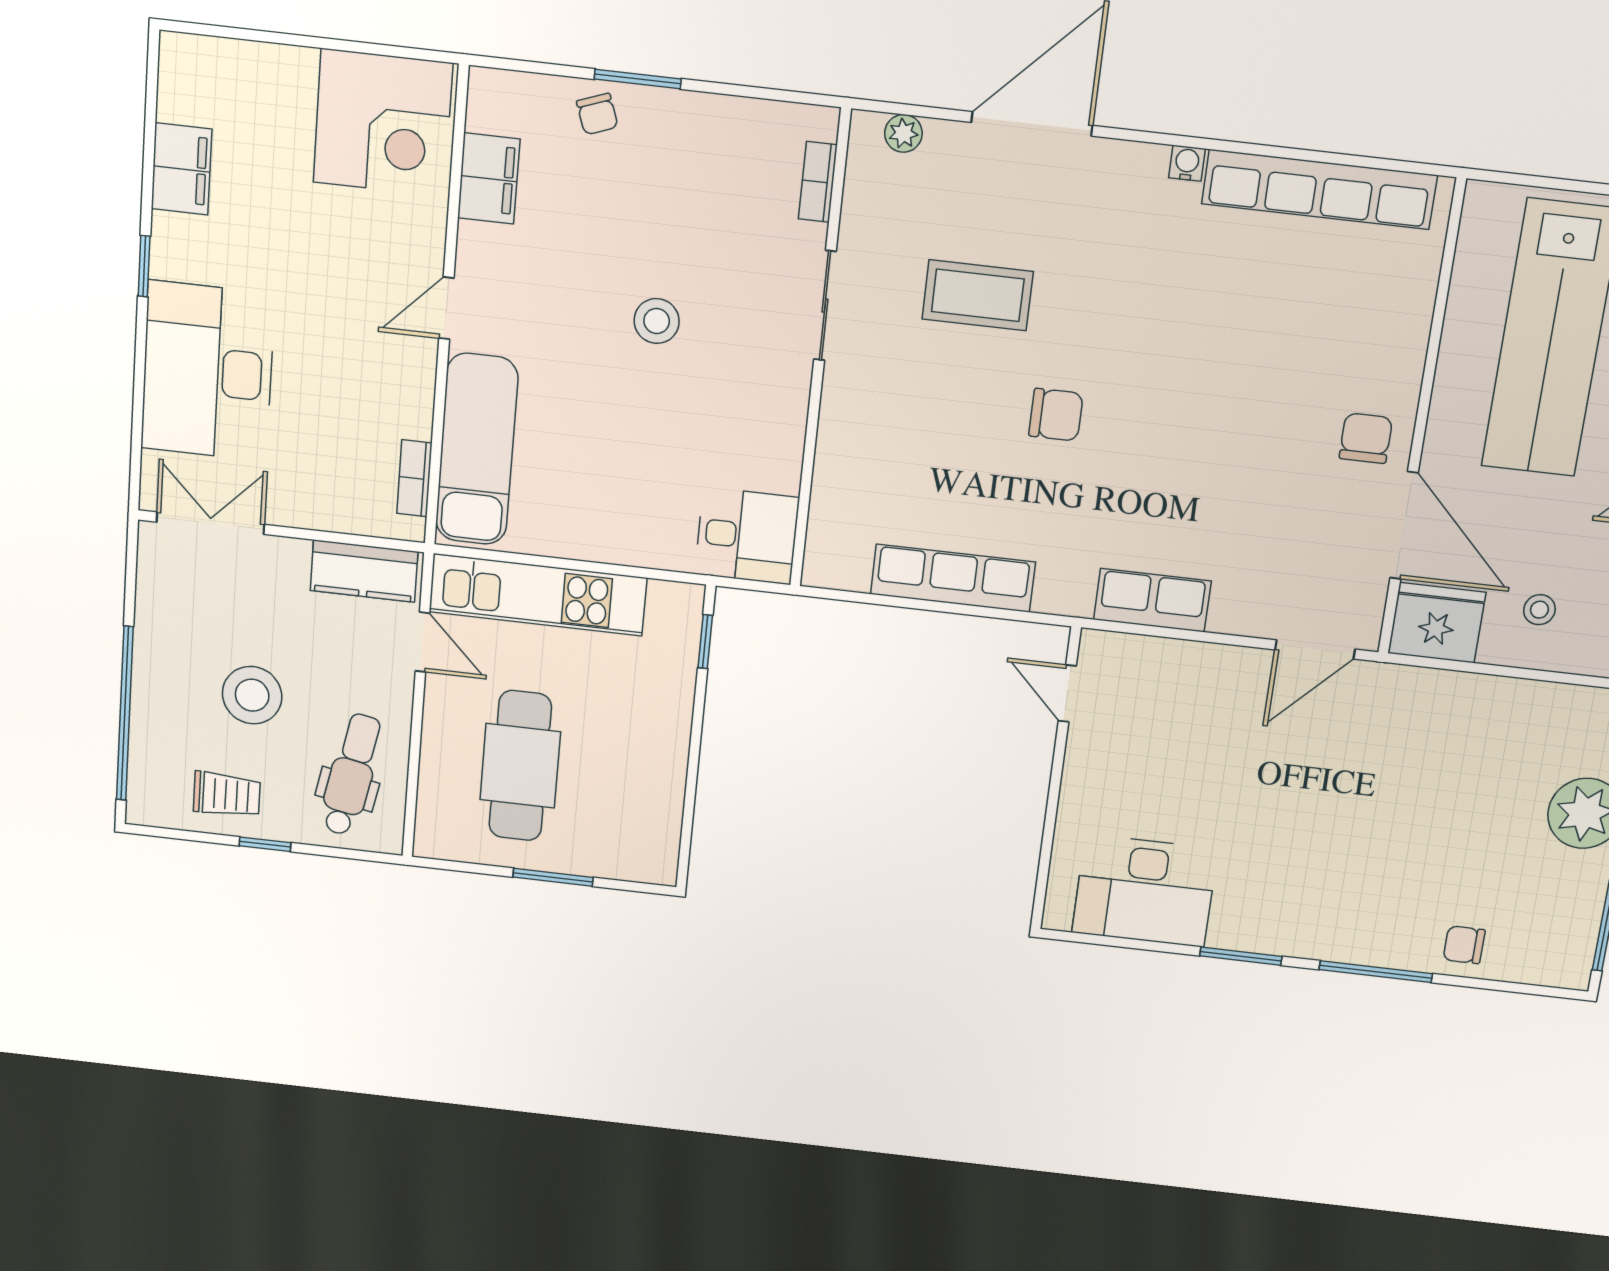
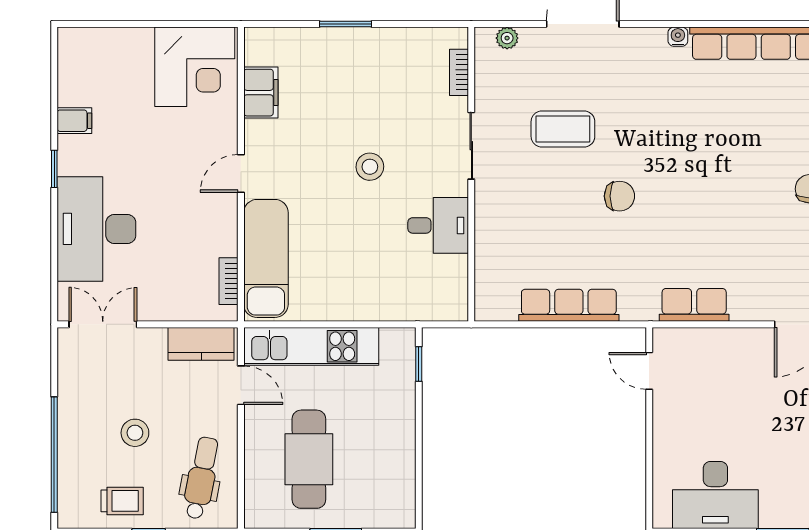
chair: (597, 114) -> (323, 47), removed
filing cabinet: (181, 169) -> (74, 121), width x0.50
desk: (747, 536) -> (438, 225), moved
stool: (252, 695) -> (135, 433), width x0.73, depth x0.73

